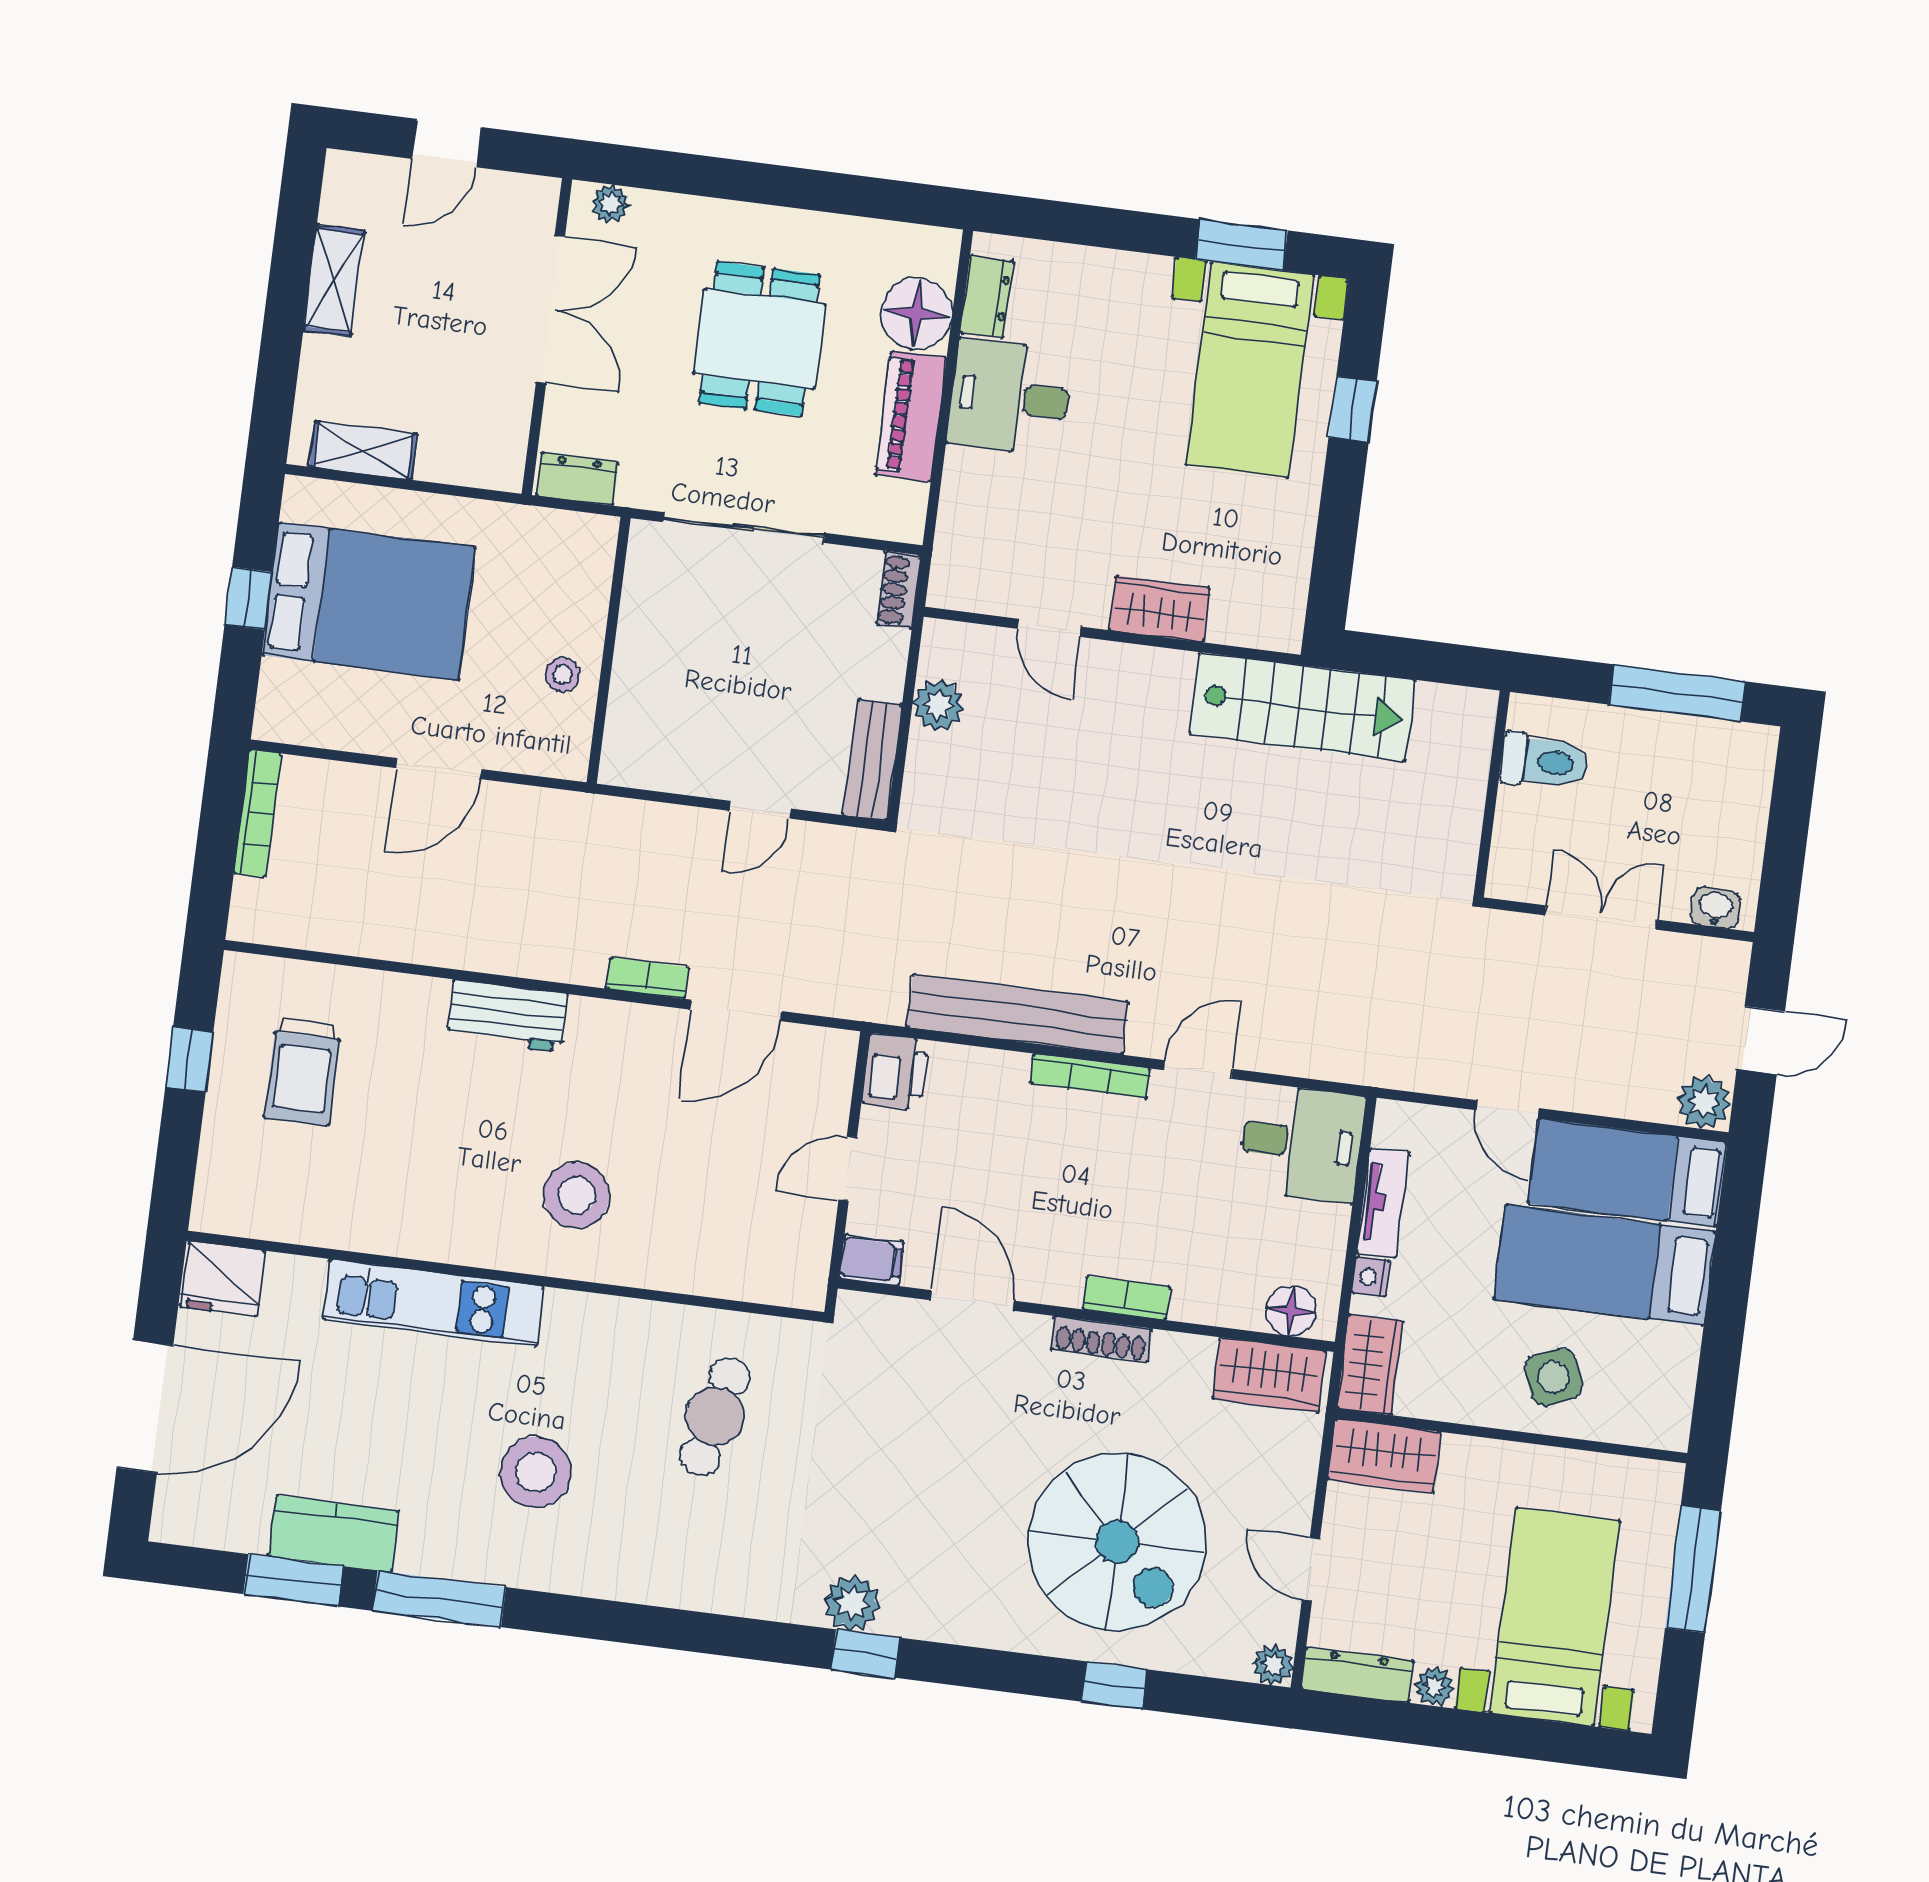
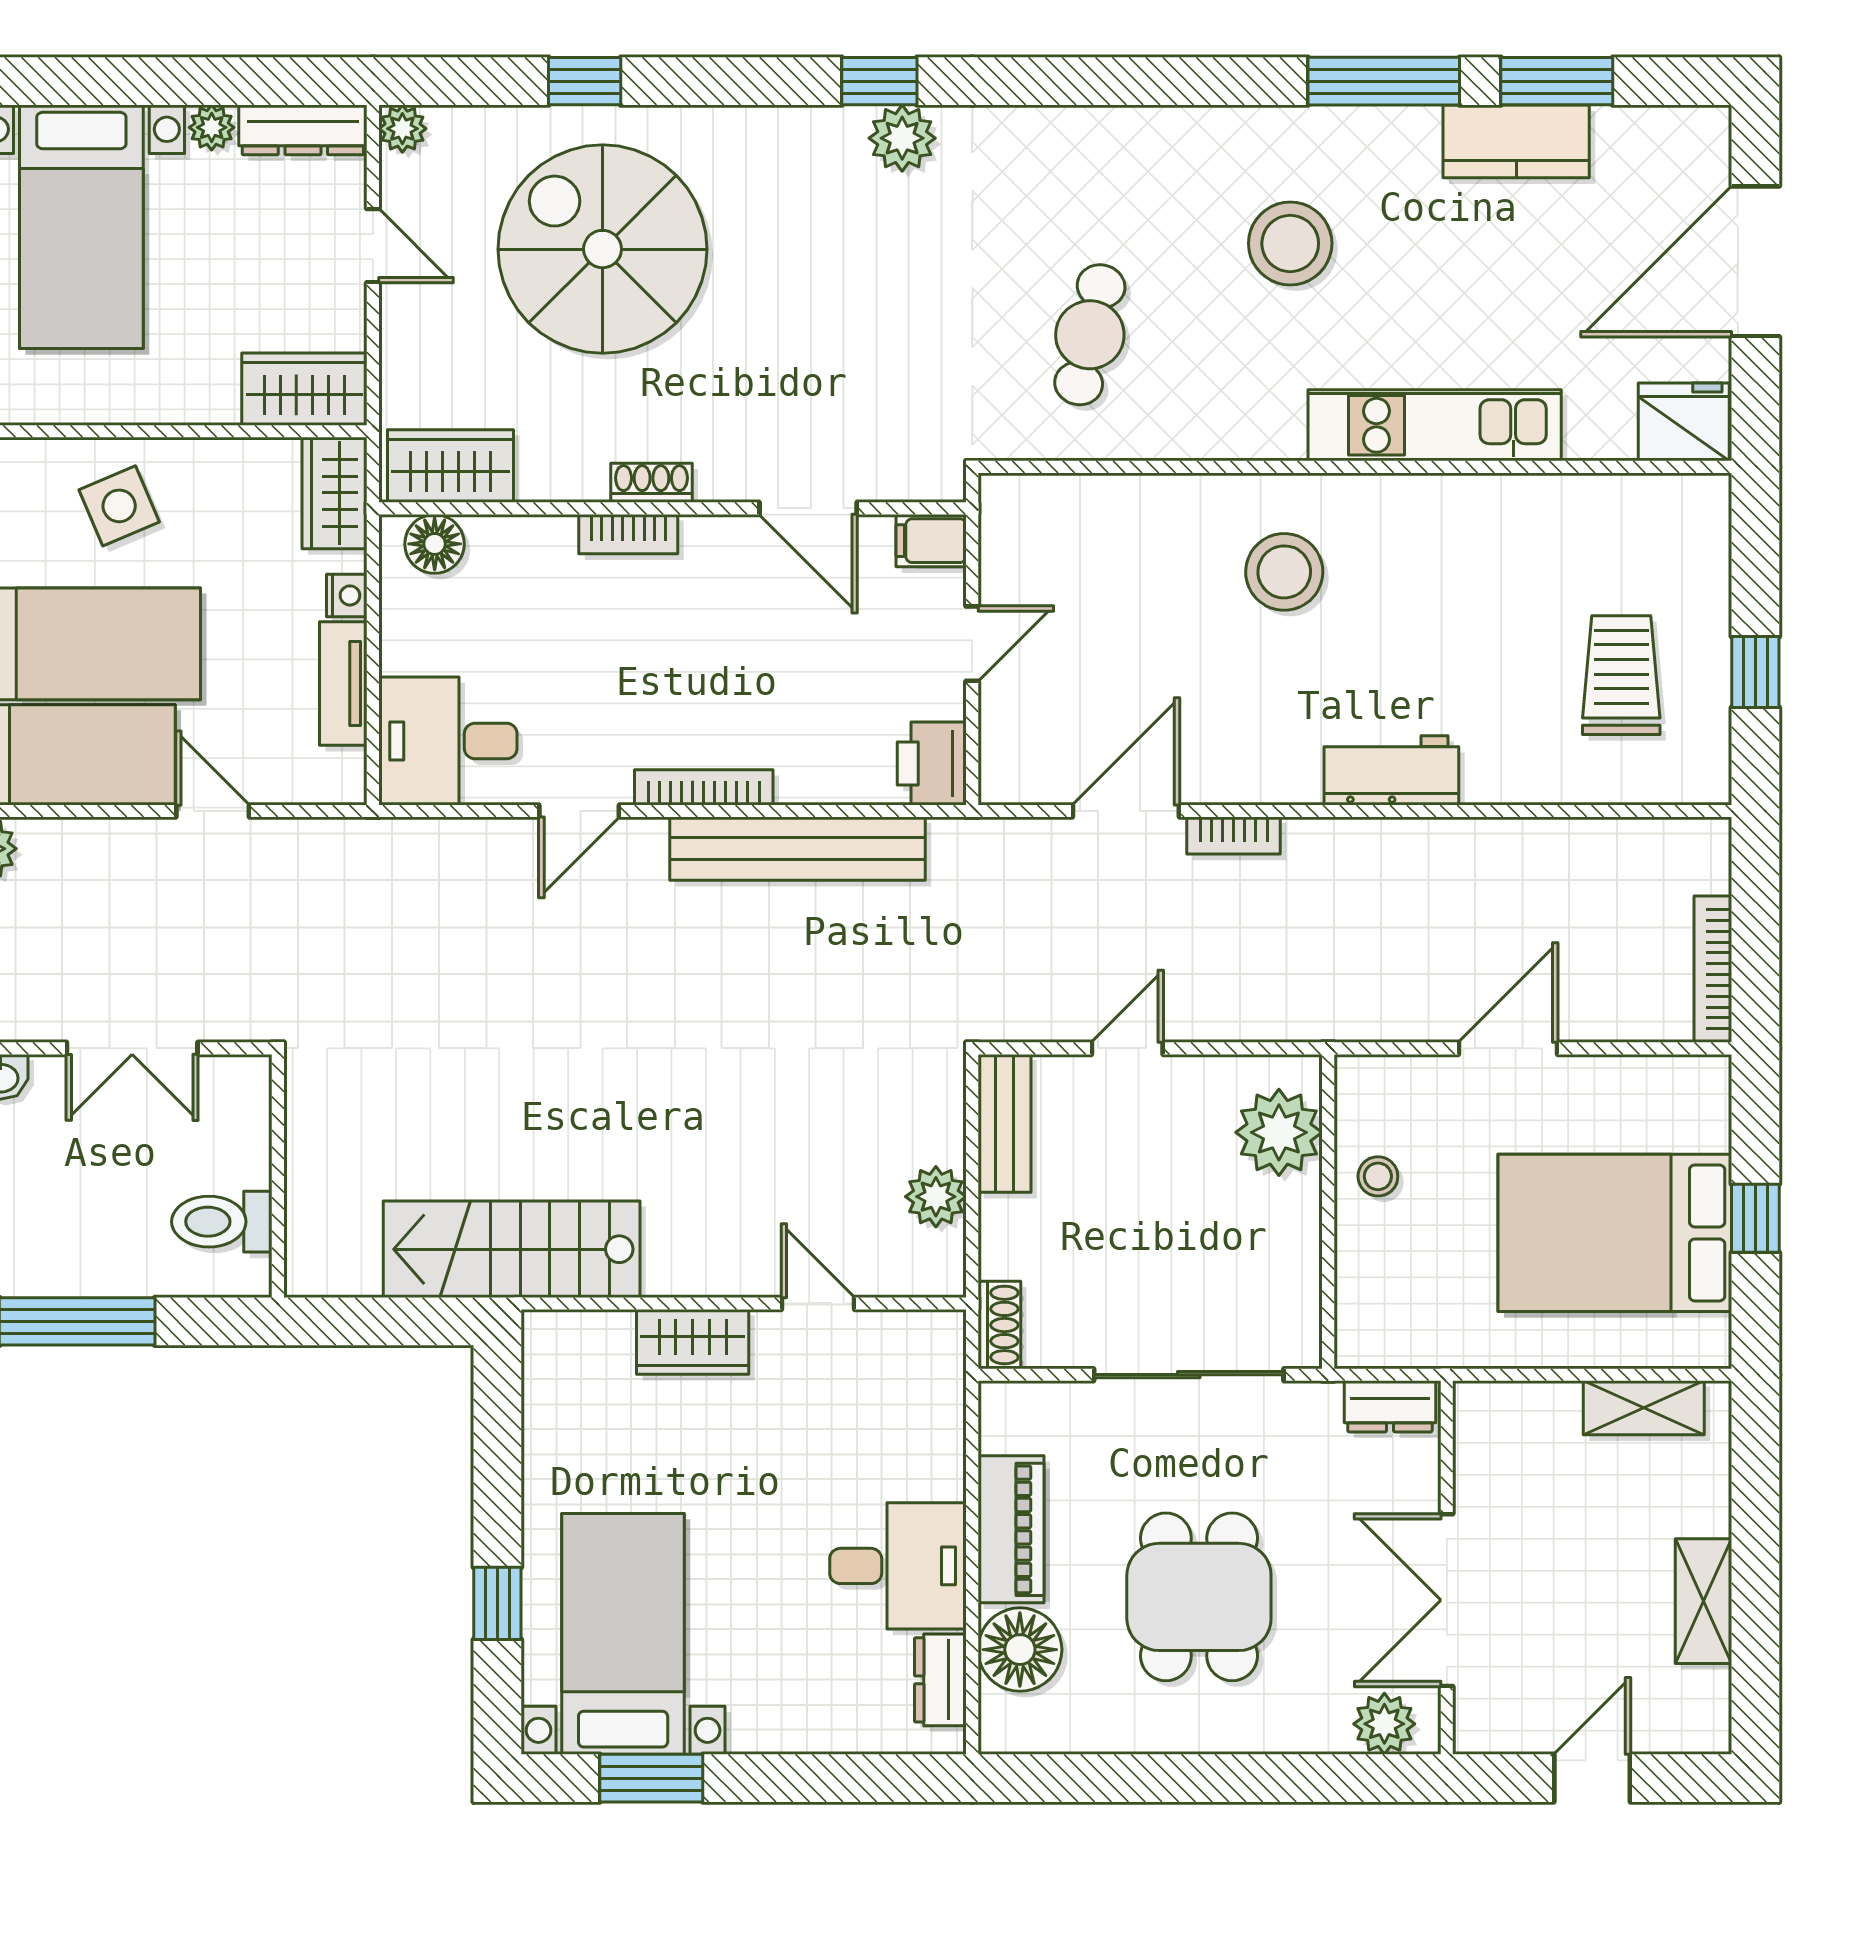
plant: (610, 204) -> (1384, 1724), width x1.38, depth x1.38
plant: (642, 722) -> (1279, 1132), added
shoe rack: (1101, 1339) -> (651, 483), width x0.70

